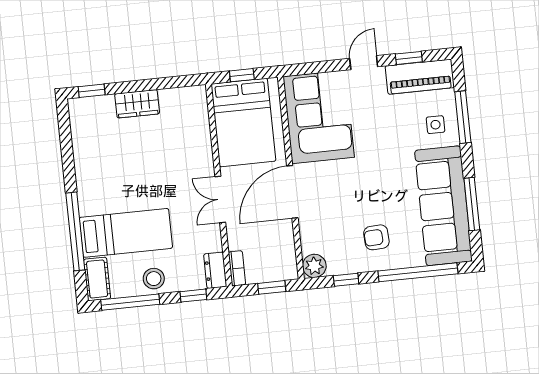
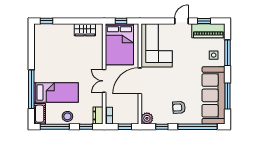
wardrobe: (137, 104) -> (85, 30), moved

